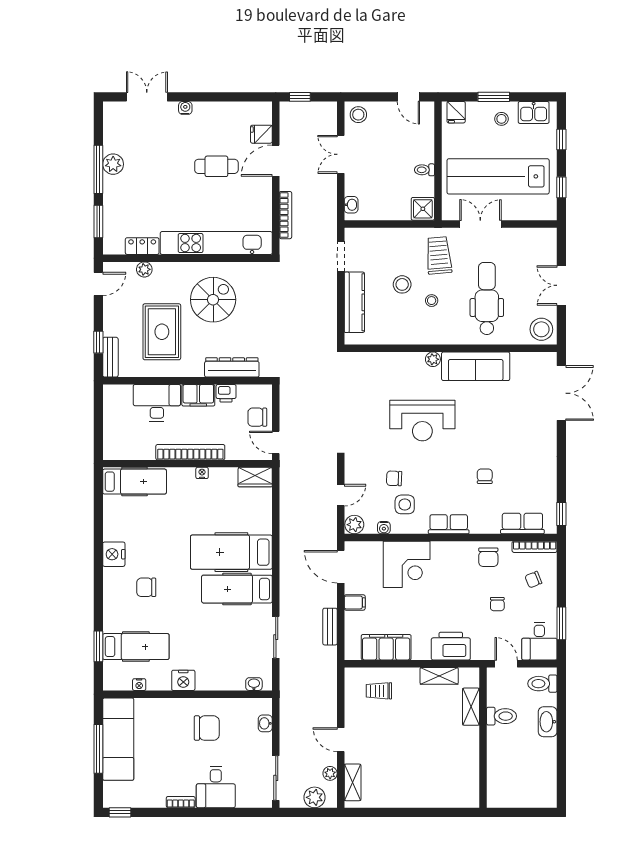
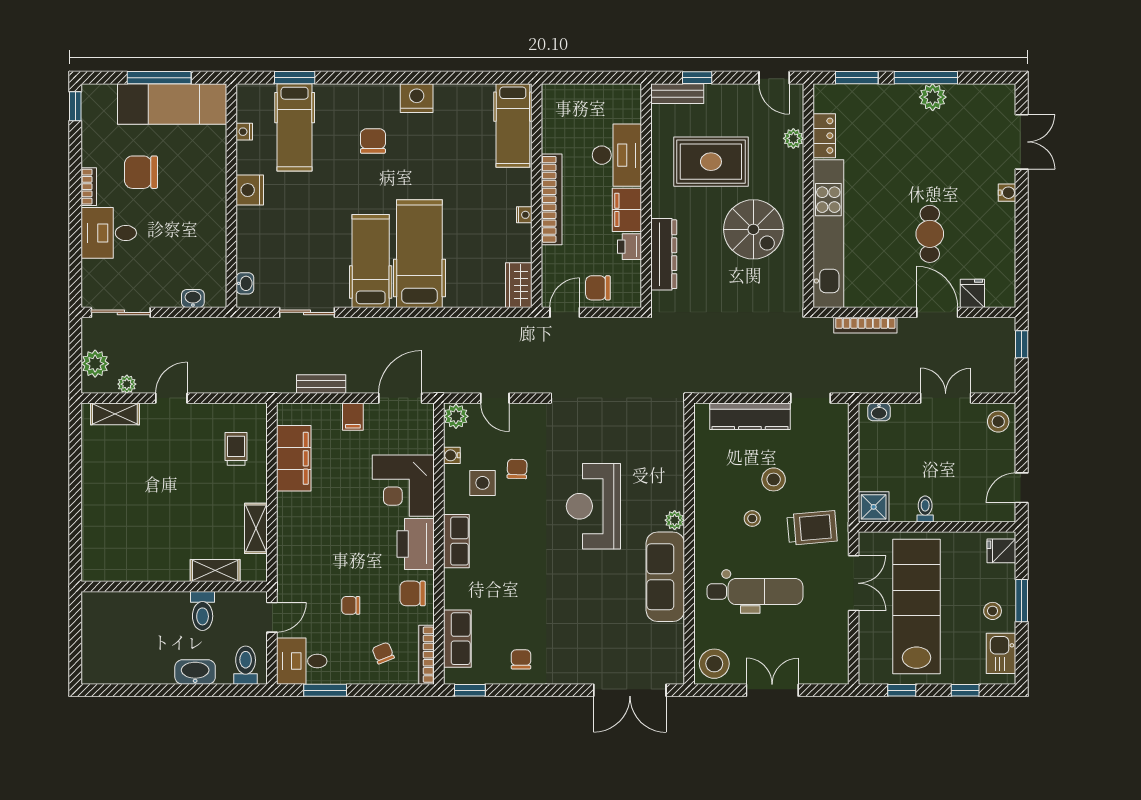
chair: (257, 417) -> (598, 288), turned -90
chair: (485, 476) -> (521, 659), moved, turned -90
printer: (451, 646) -> (416, 544), moved, turned 180
chair: (207, 728) -> (141, 172), moved, turned 90

